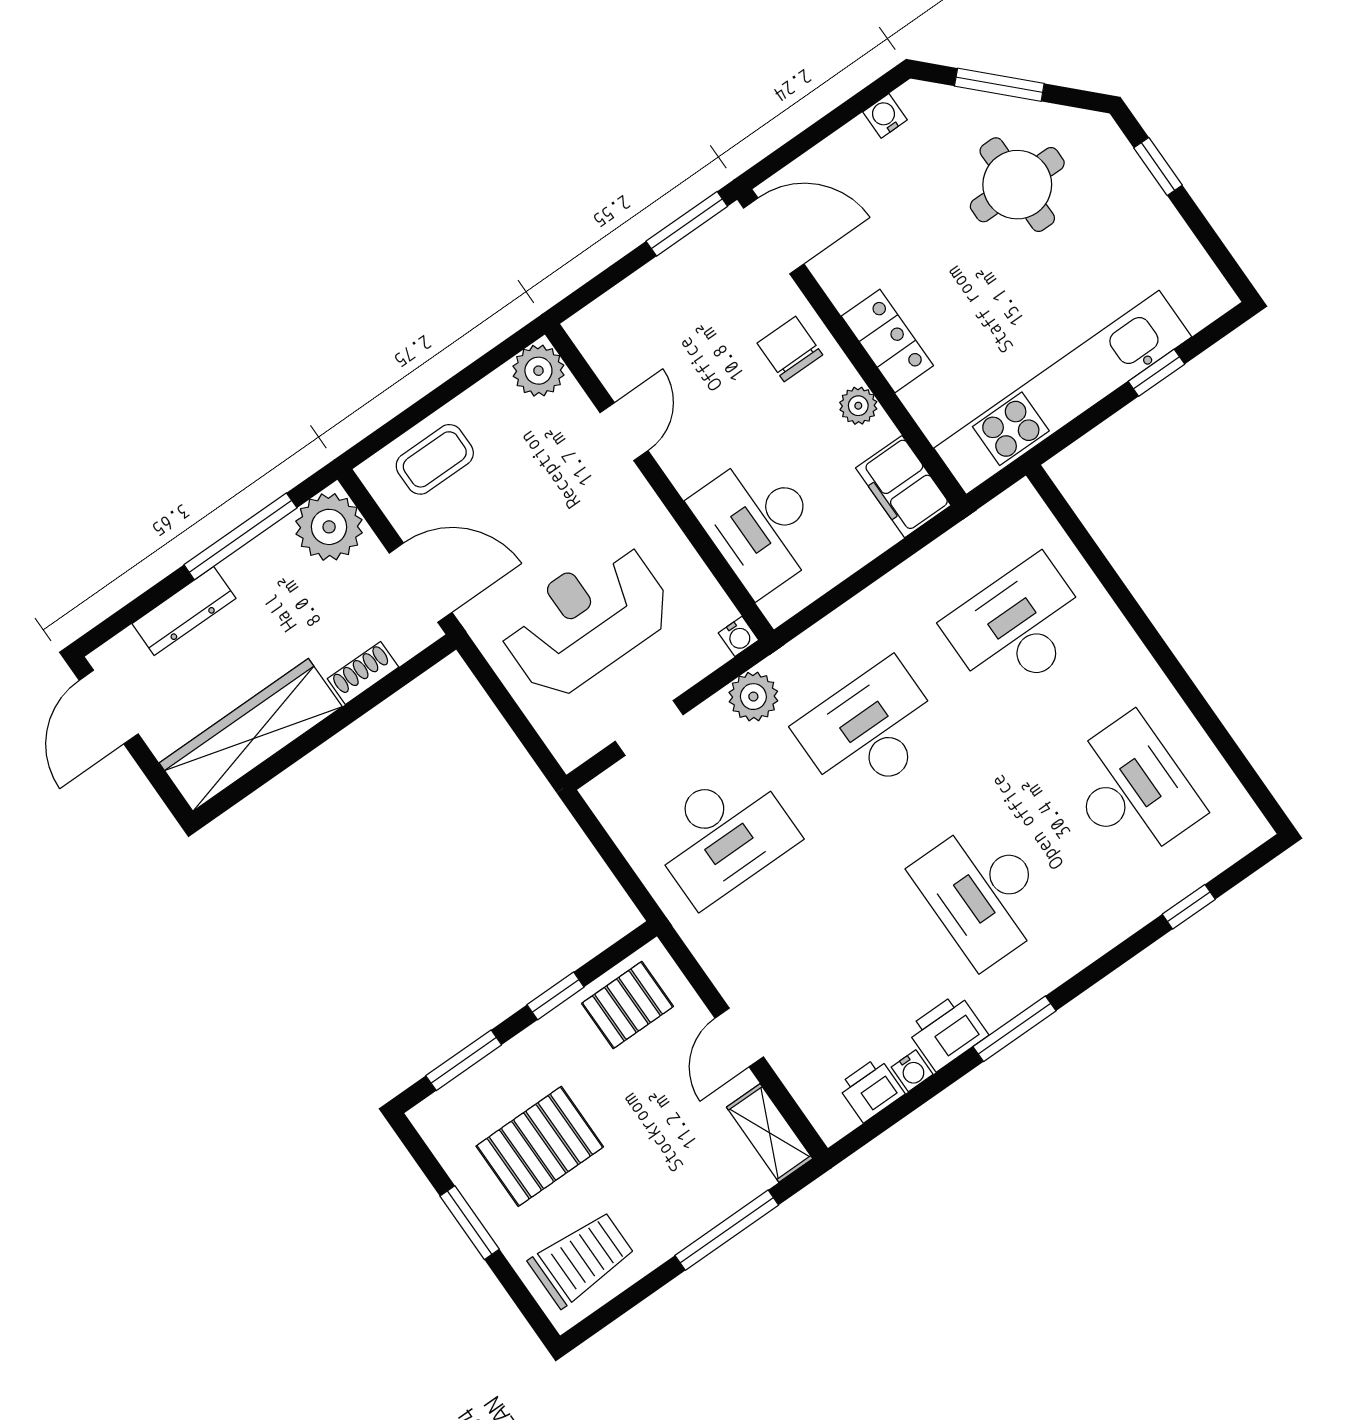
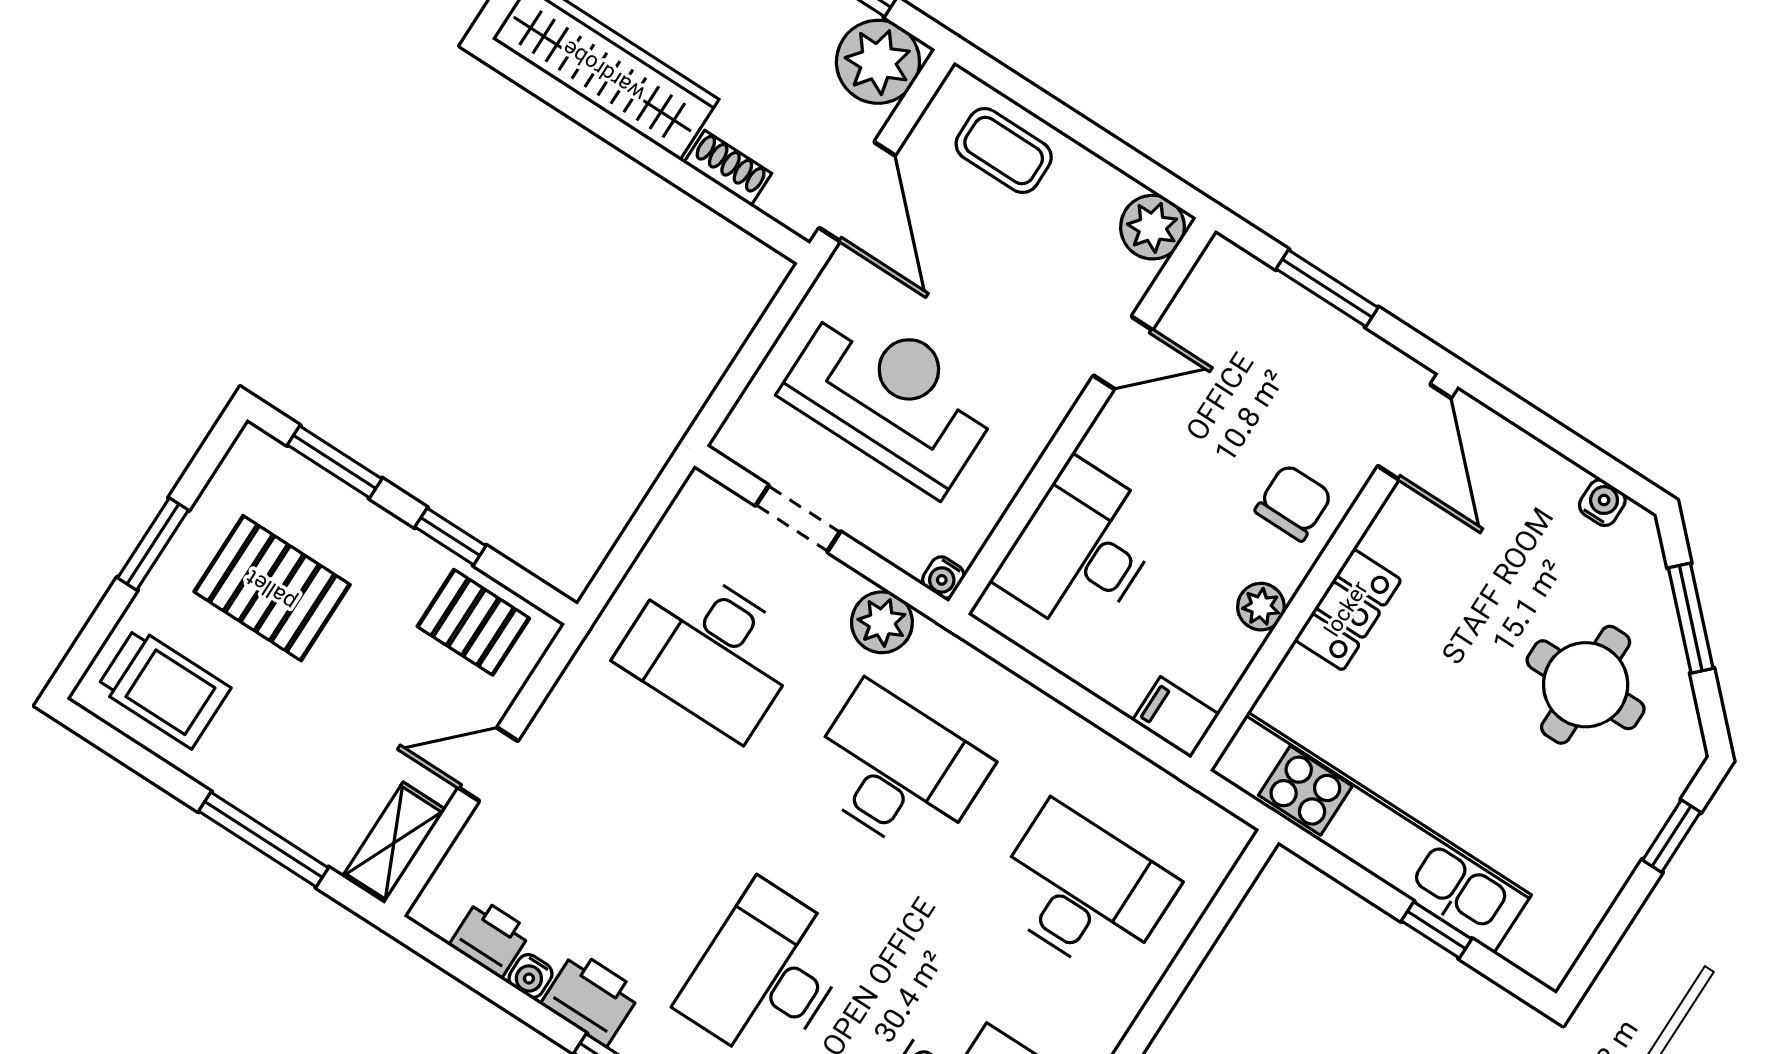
window: (687, 224) -> (1327, 288), moved
filing cabinet: (903, 487) -> (1176, 717), width x0.50

